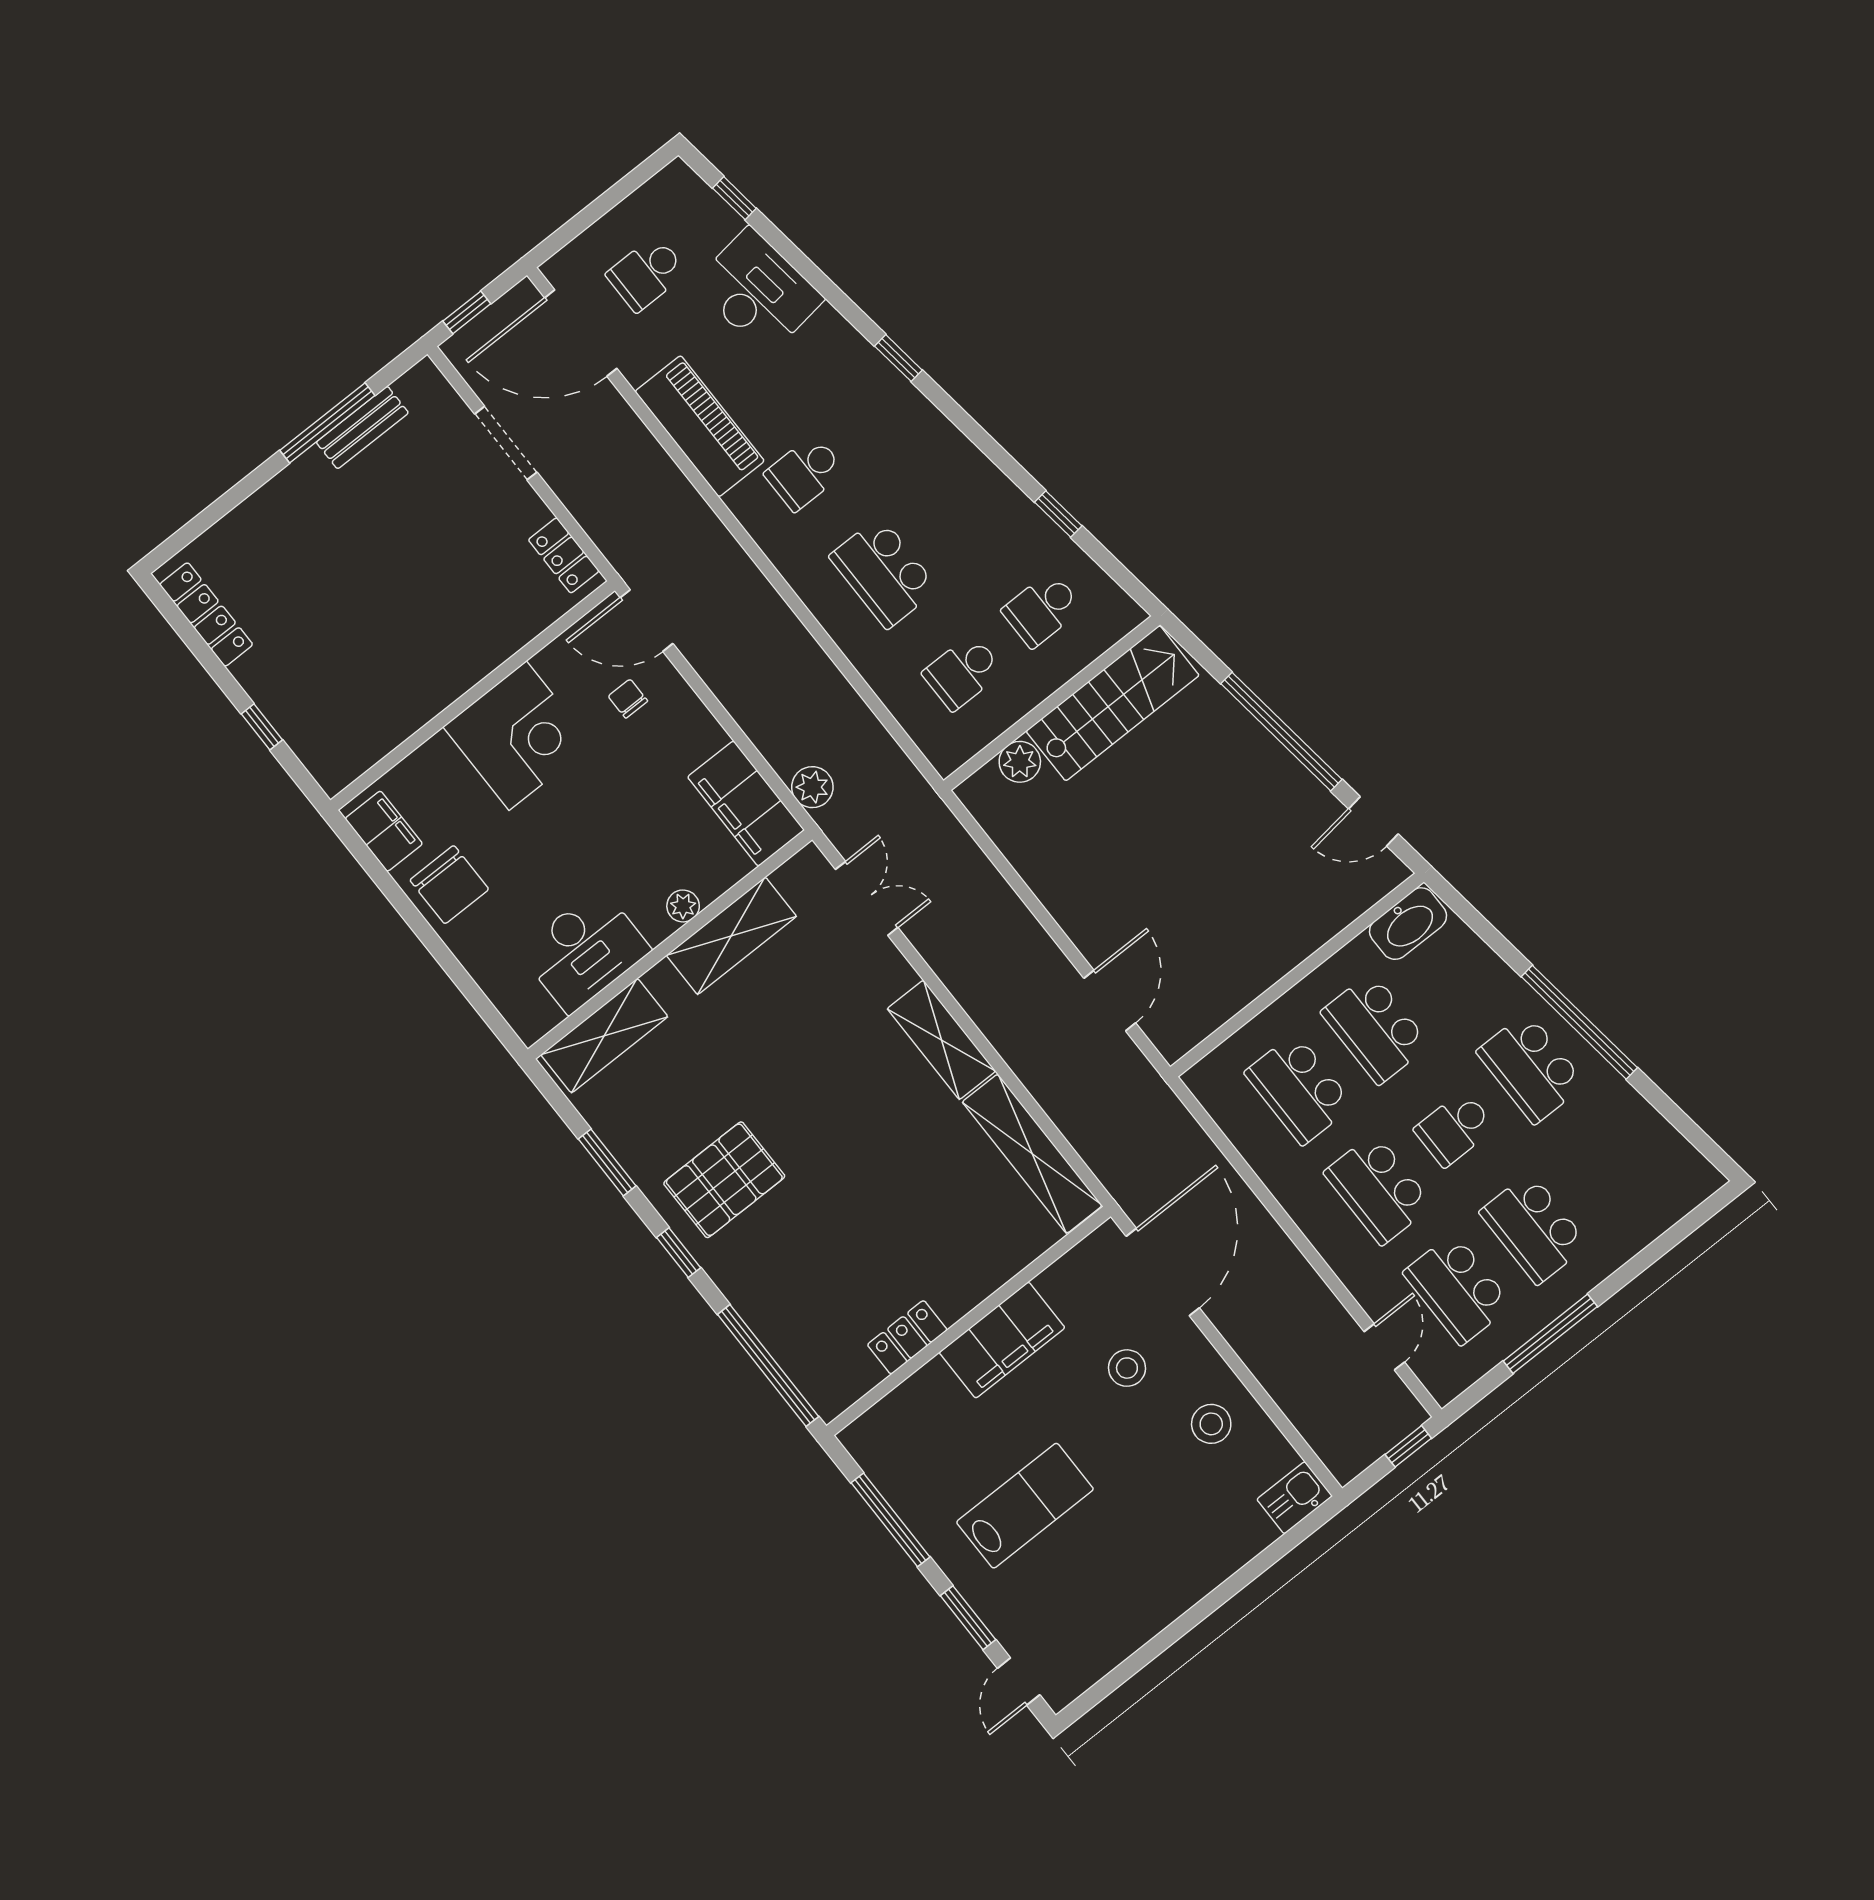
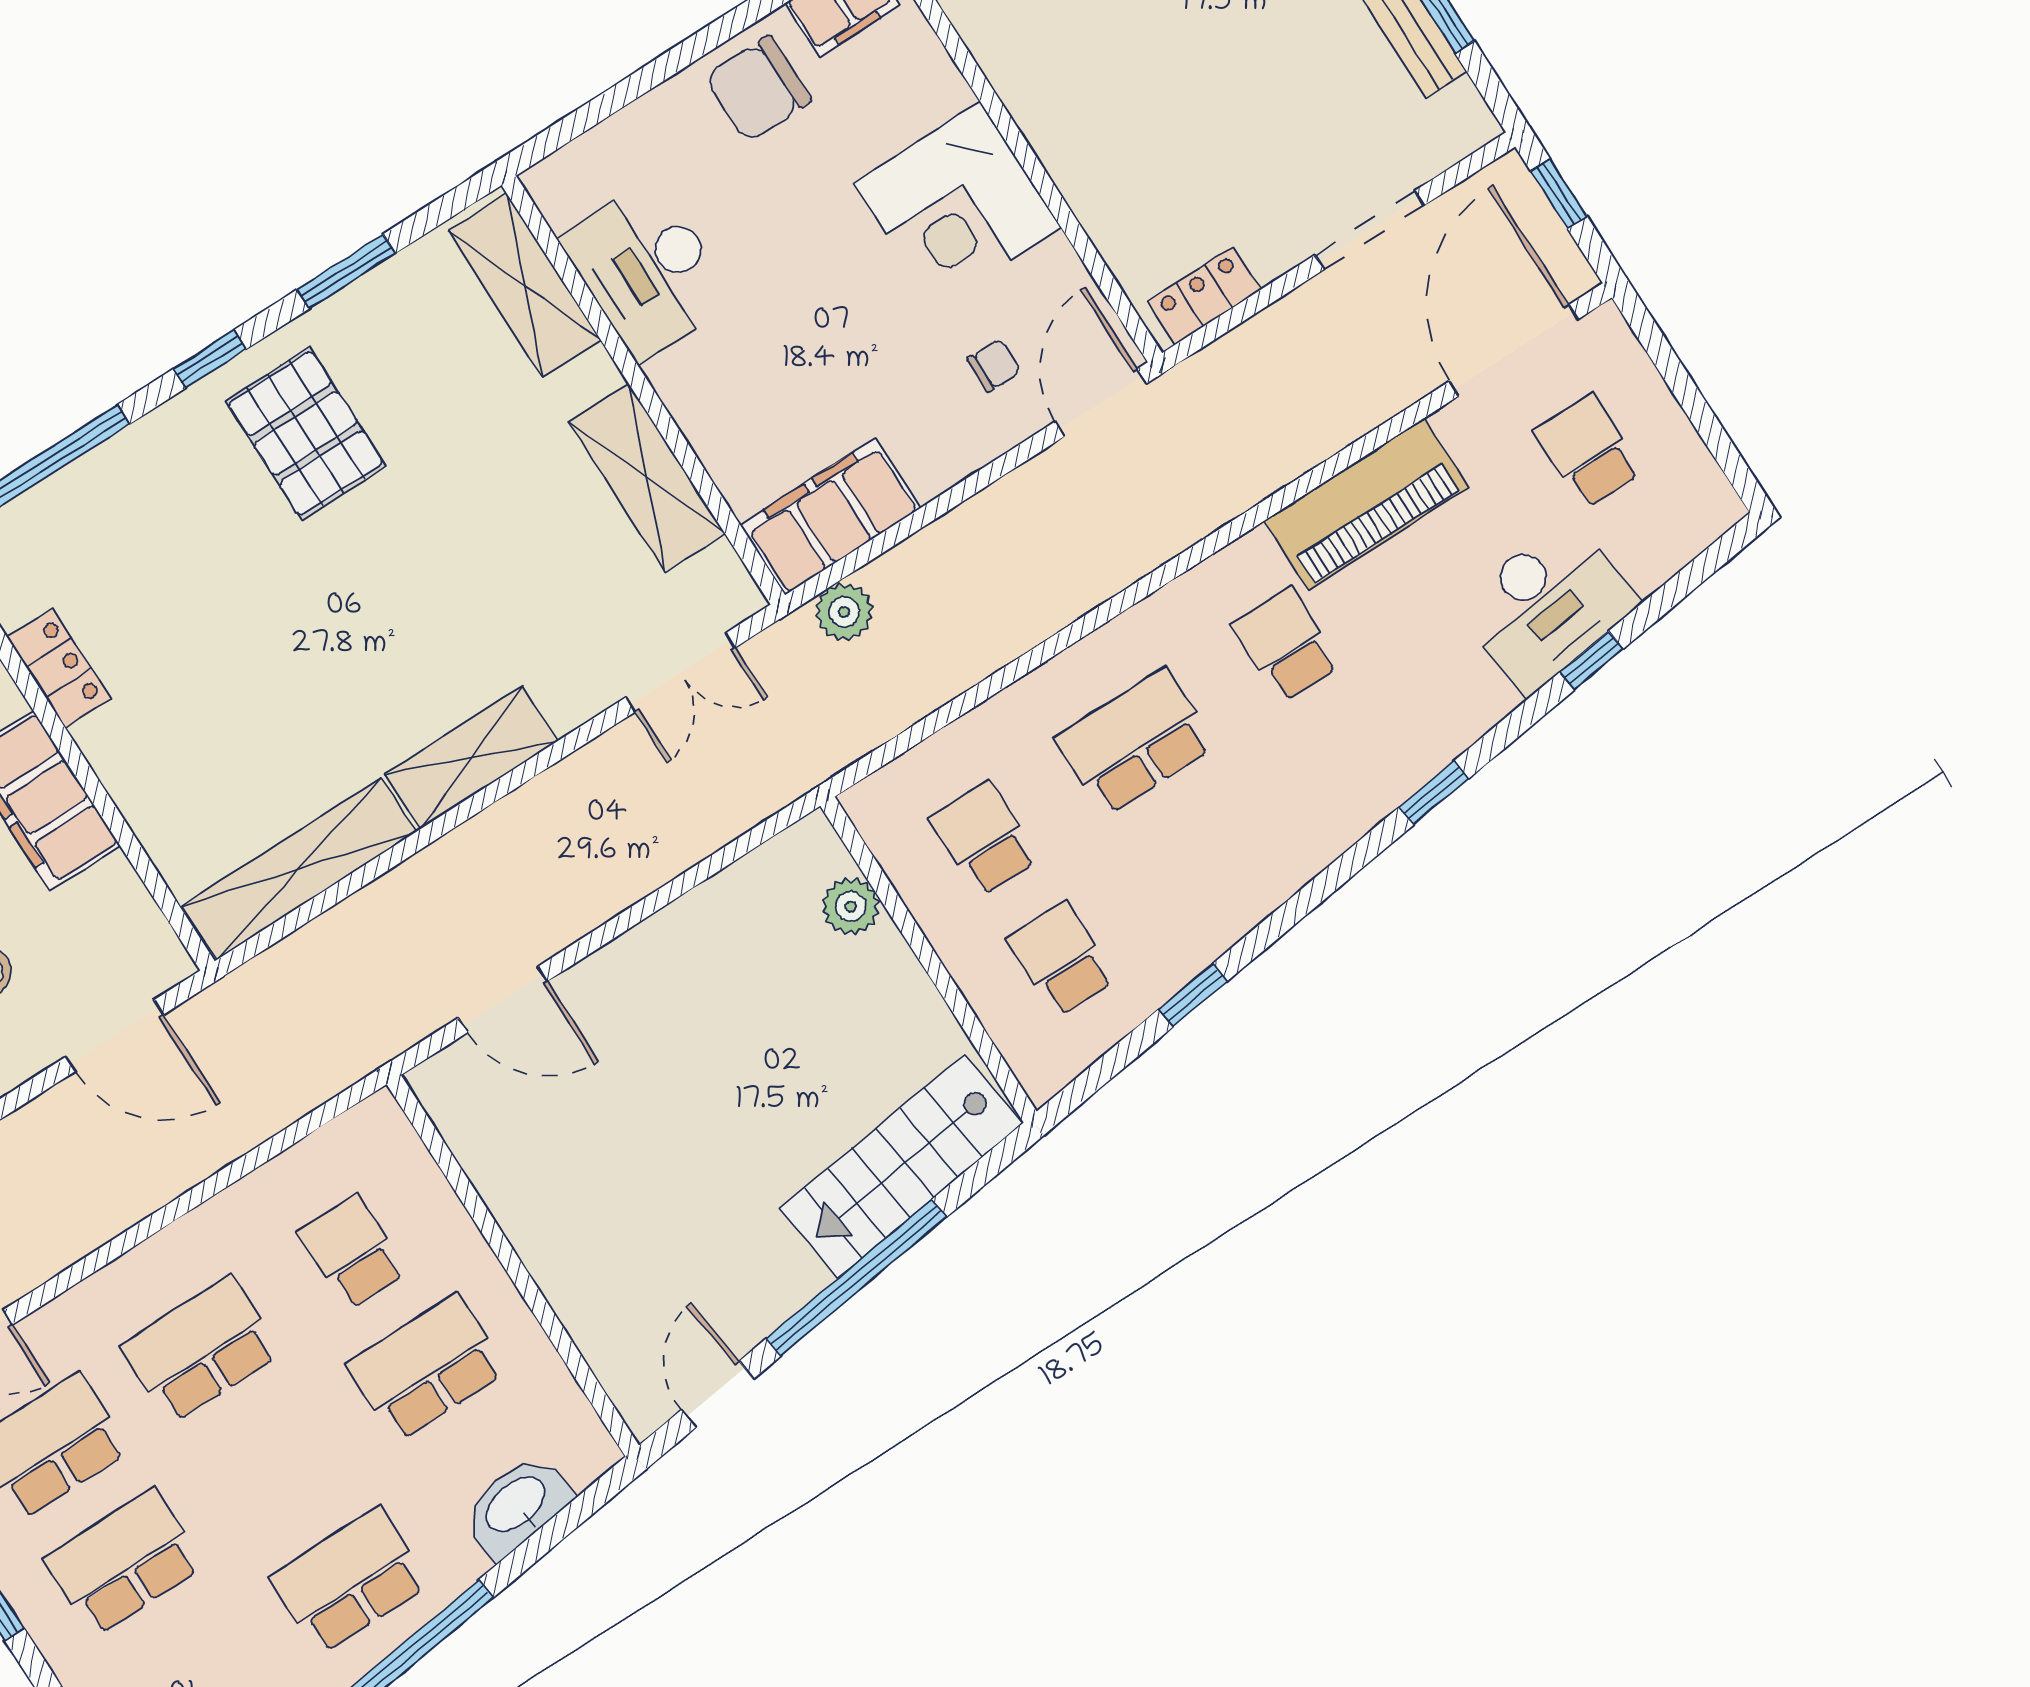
window: (734, 198) -> (1592, 661), moved
stairs: (1113, 703) -> (901, 1166), moved, turned 83
plant: (683, 906) -> (695, 414), removed
washbasin: (1408, 924) -> (517, 1506), moved, turned 83
school desk: (1299, 1089) -> (352, 1252), width x0.54
school desk: (1454, 1128) -> (275, 1465), removed
door: (1163, 1272) -> (115, 1036), width x0.73

